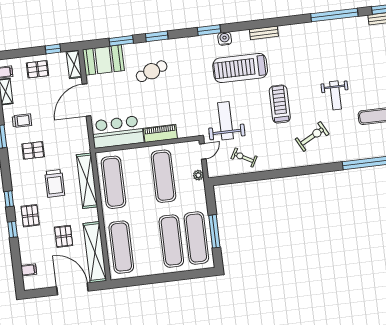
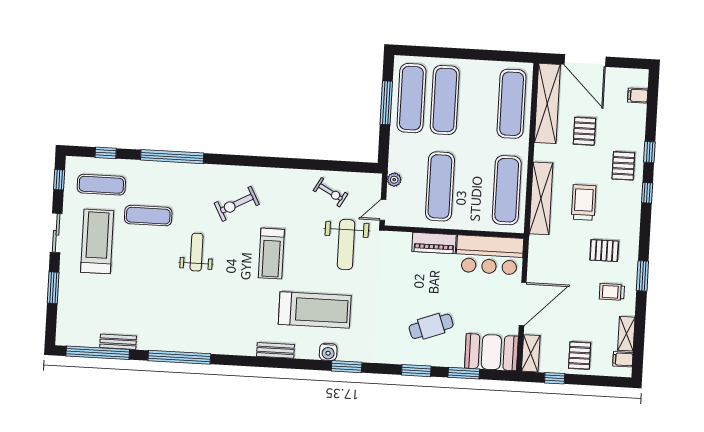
pallet: (37, 69) -> (580, 356), turned 90

